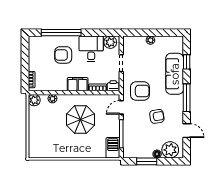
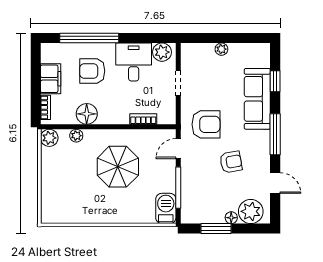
floor lamp: (59, 84) -> (87, 114), added
filing cabinet: (78, 84) -> (51, 79), moved, turned 90
printer: (113, 86) -> (166, 117), removed

